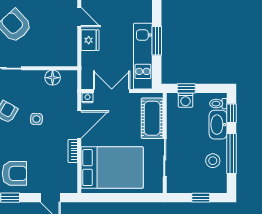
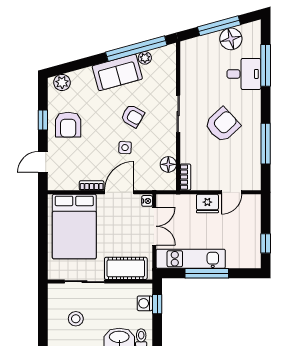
window: (157, 41) -> (207, 273), width x1.44
bookcase: (65, 61) -> (185, 177), added
door: (79, 125) -> (119, 192), swing flipped
stool: (213, 161) -> (76, 319), moved
window: (201, 198) -> (43, 319), removed

